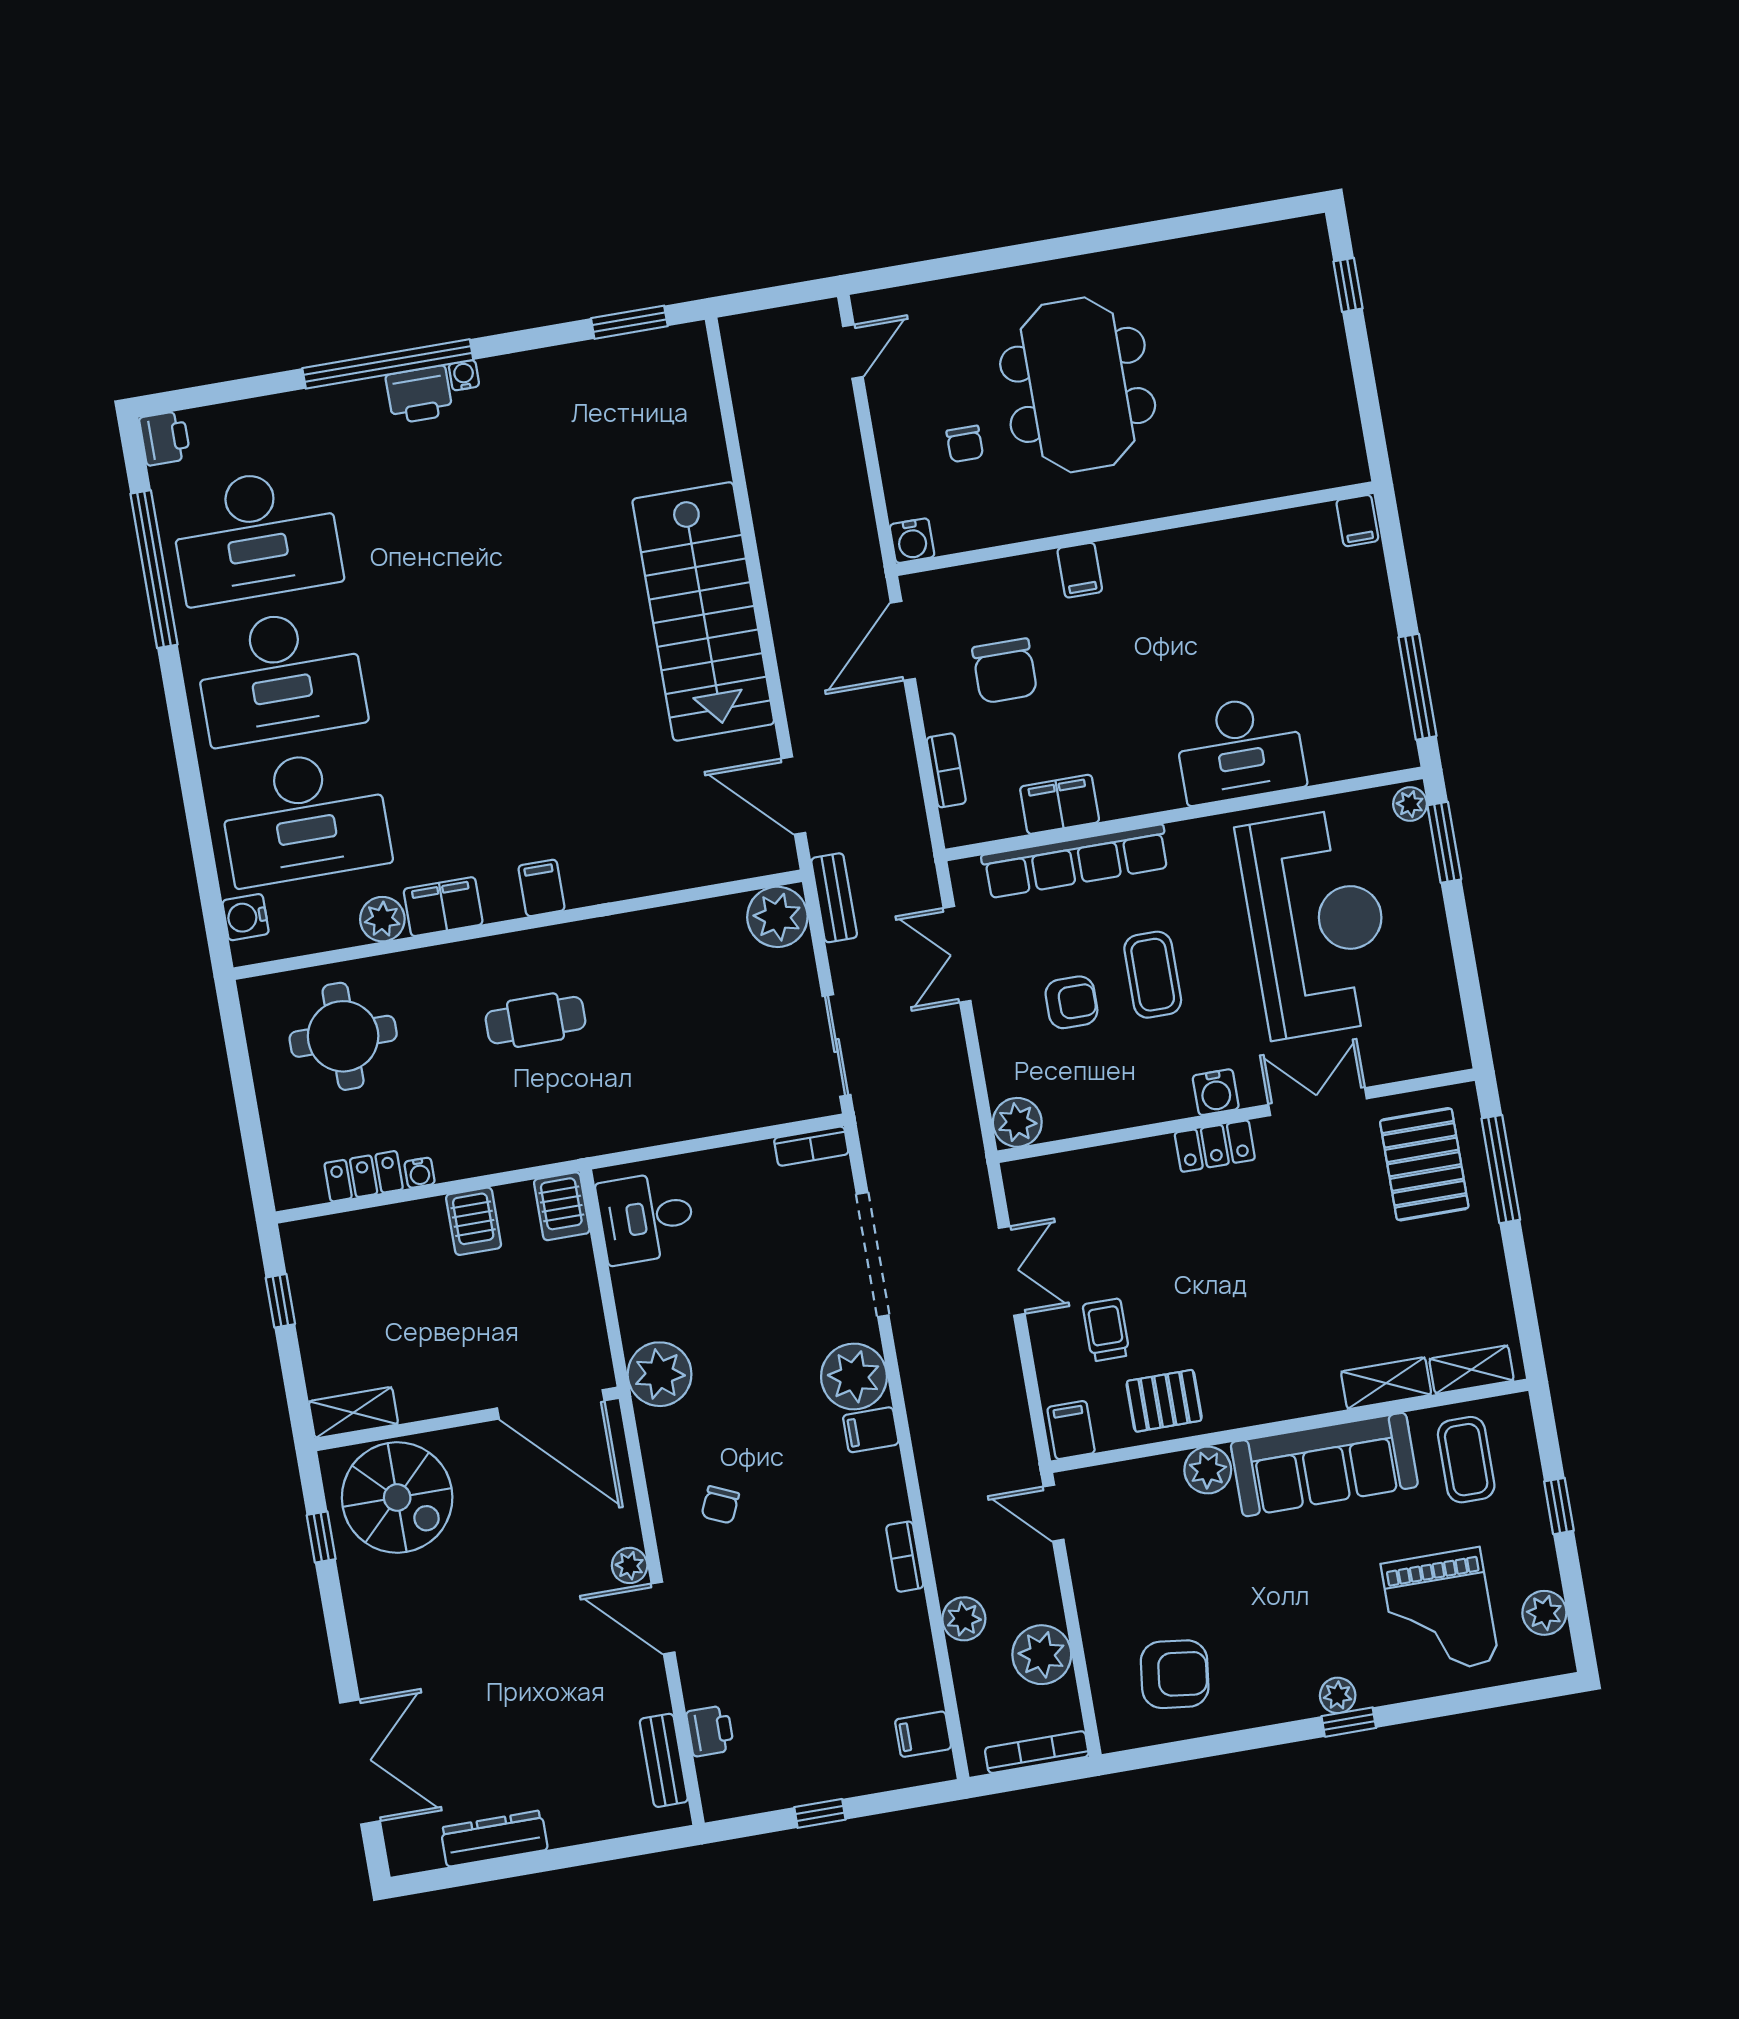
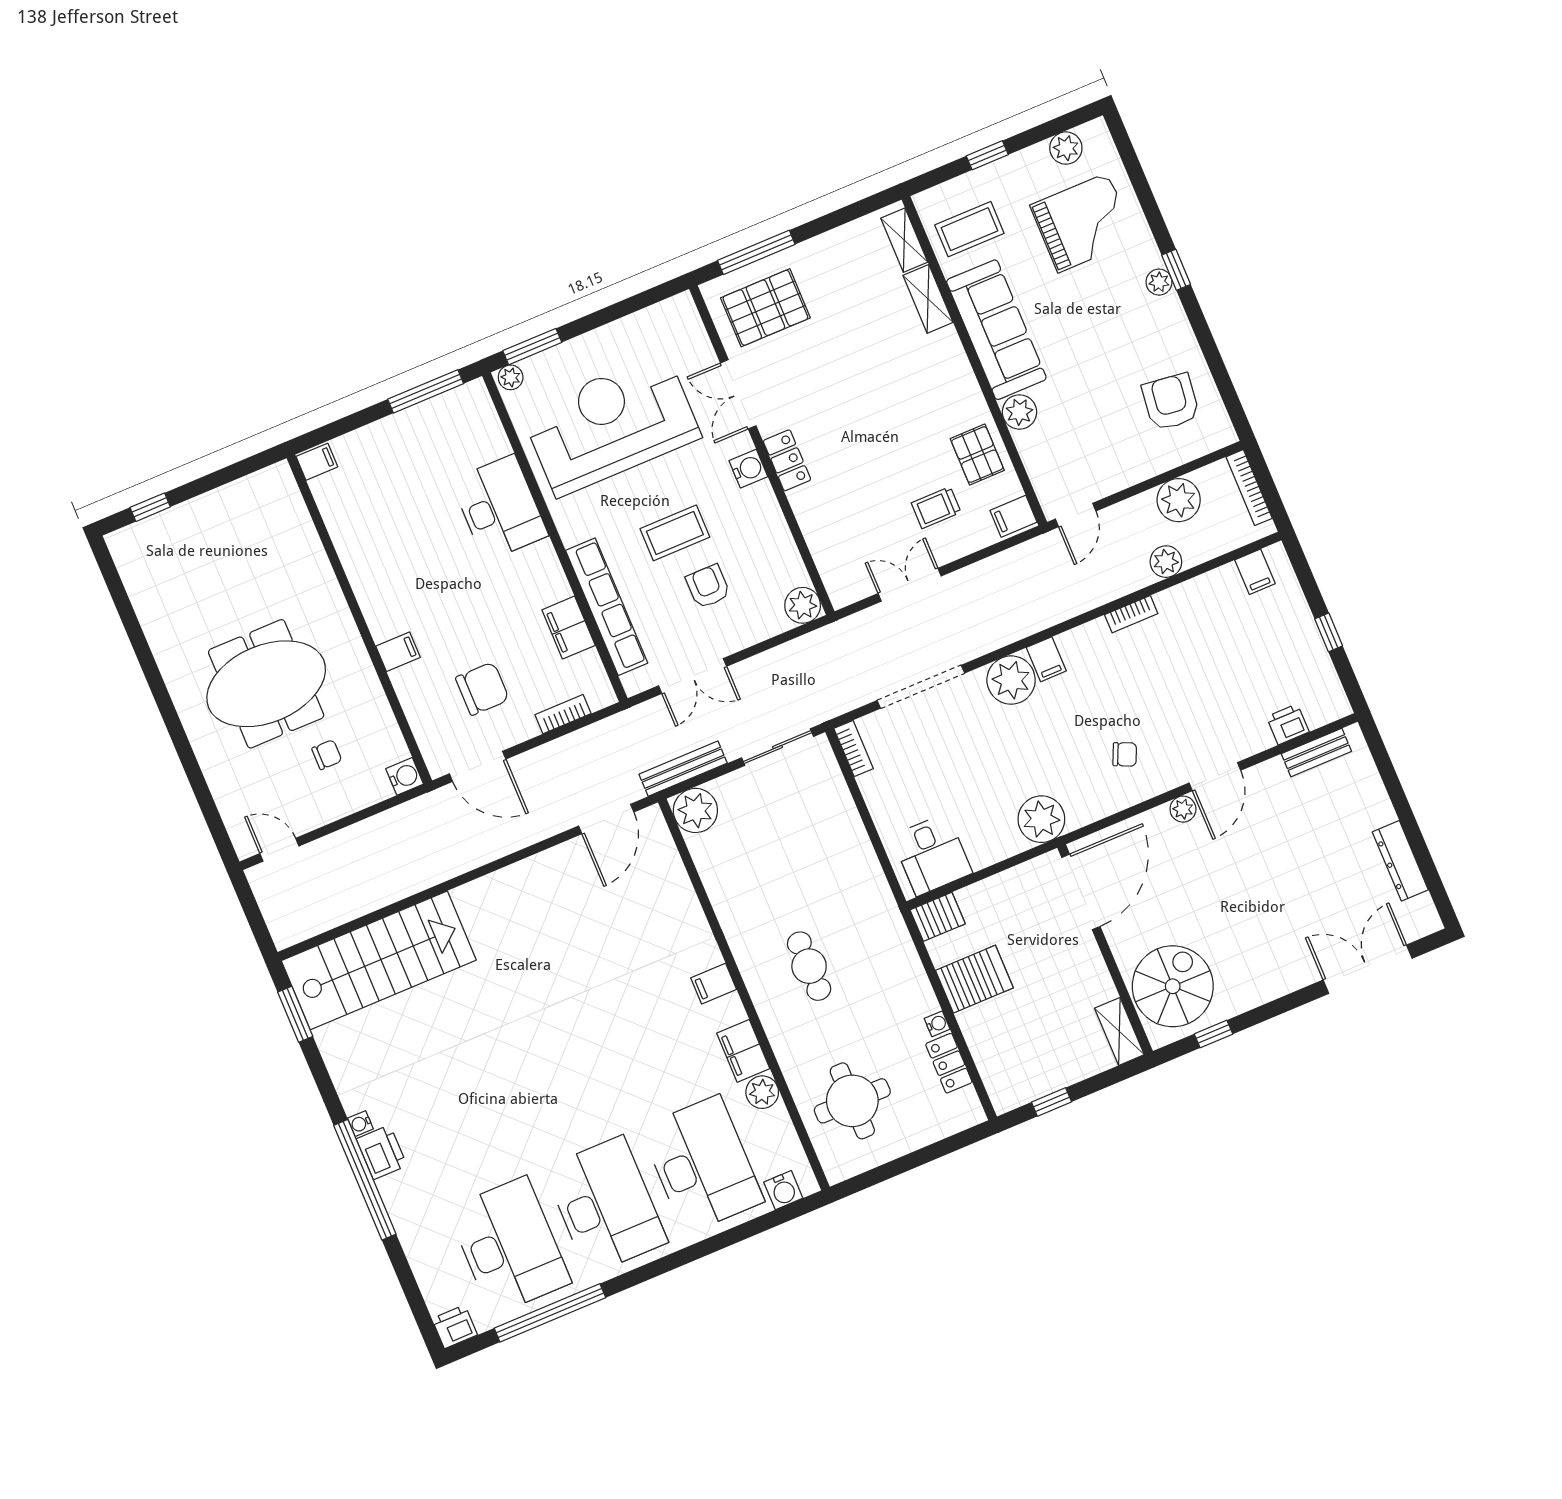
stairs: (703, 611) -> (379, 960), moved
bench: (834, 898) -> (683, 769), width x1.36
server rack: (474, 1221) -> (974, 979), width x1.36, depth x1.44

